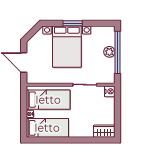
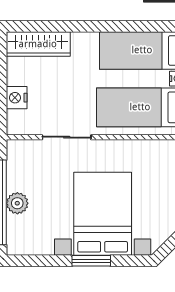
nightstand: (110, 91) -> (17, 98), moved
wardrobe: (104, 131) -> (38, 44), width x1.50

